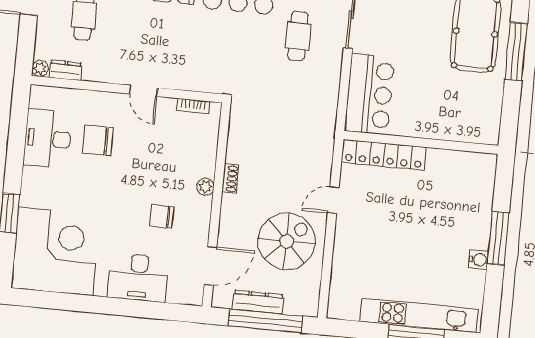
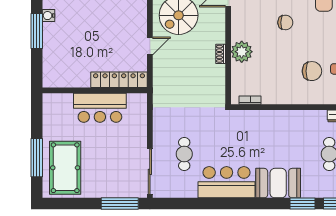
door: (144, 91) -> (284, 107), removed
bar counter: (369, 94) -> (100, 108), moved, turned -90
plant: (205, 187) -> (242, 52), width x1.88, depth x1.88
chair: (162, 216) -> (285, 22), moved

